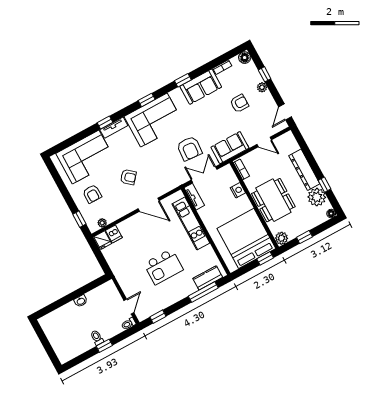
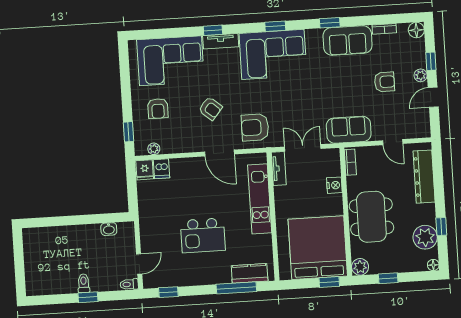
door: (285, 112) -> (433, 97), moved
armchair: (189, 148) -> (255, 127), moved, turned 86
dresser: (304, 170) -> (424, 177), moved
washbasin: (81, 301) -> (109, 229), moved

